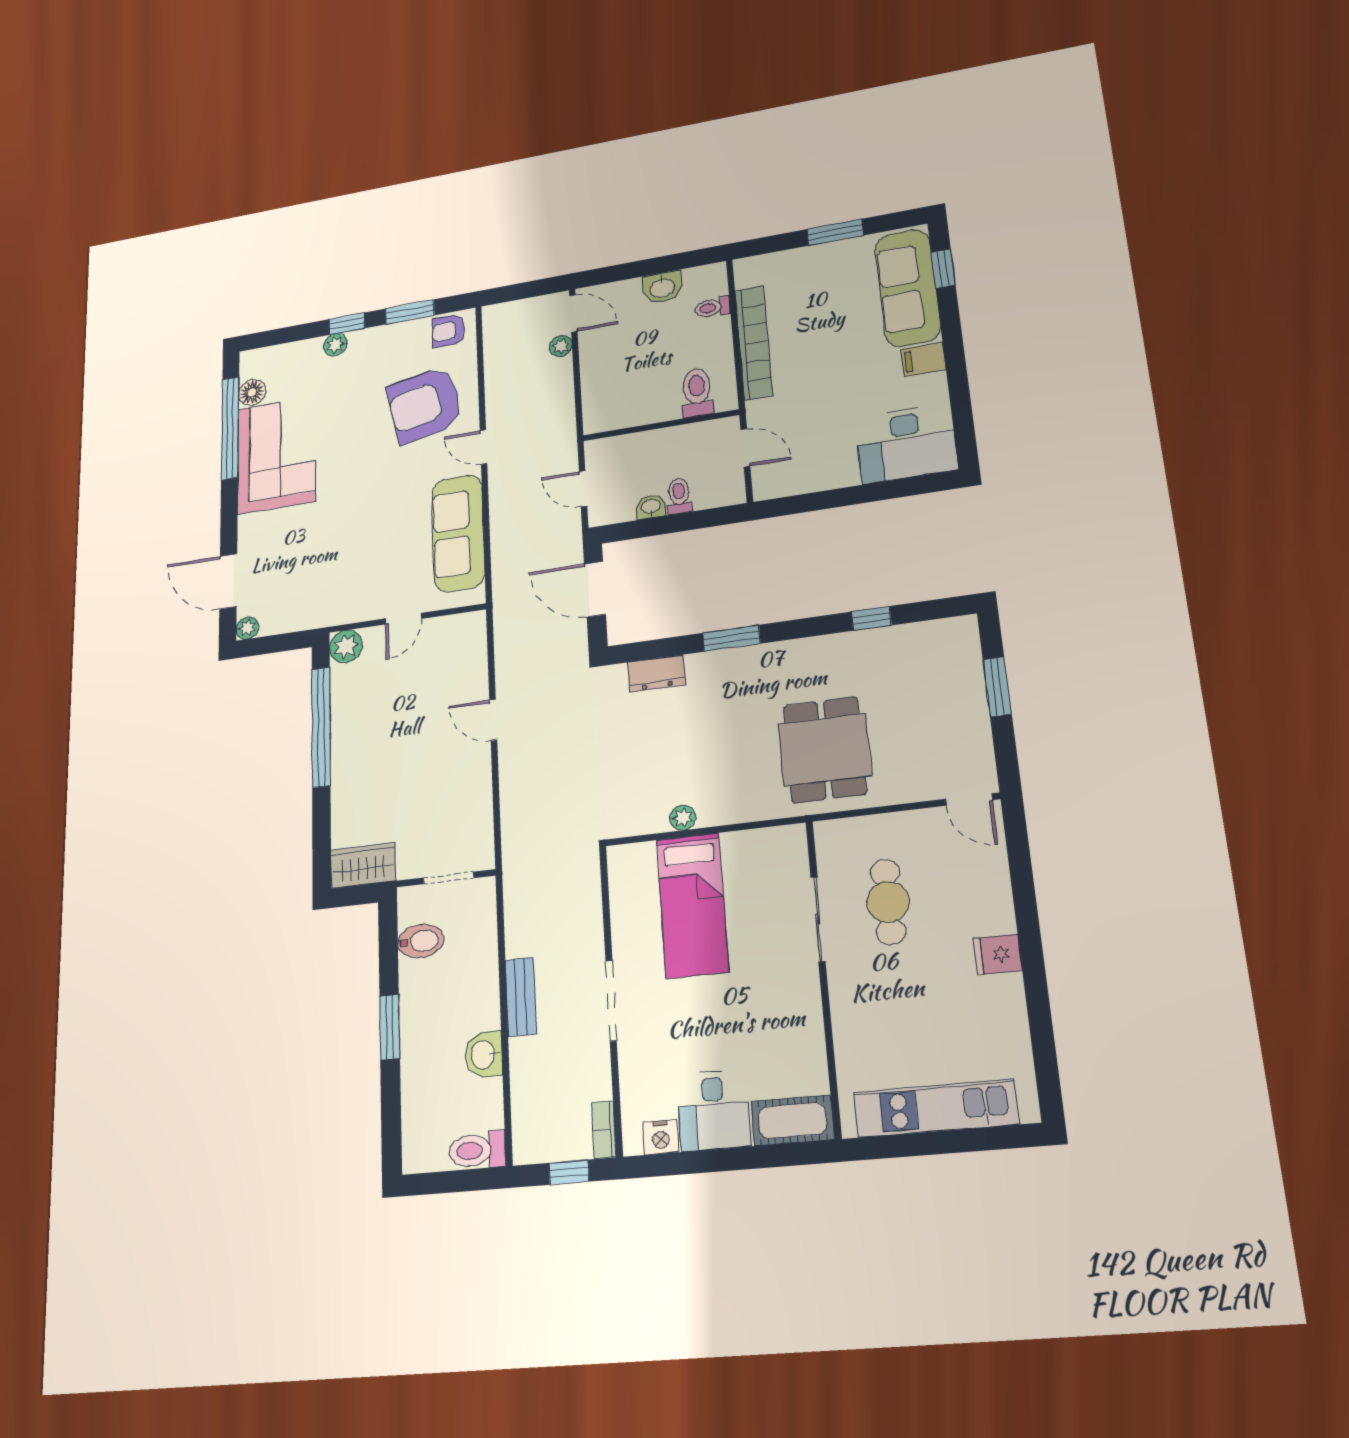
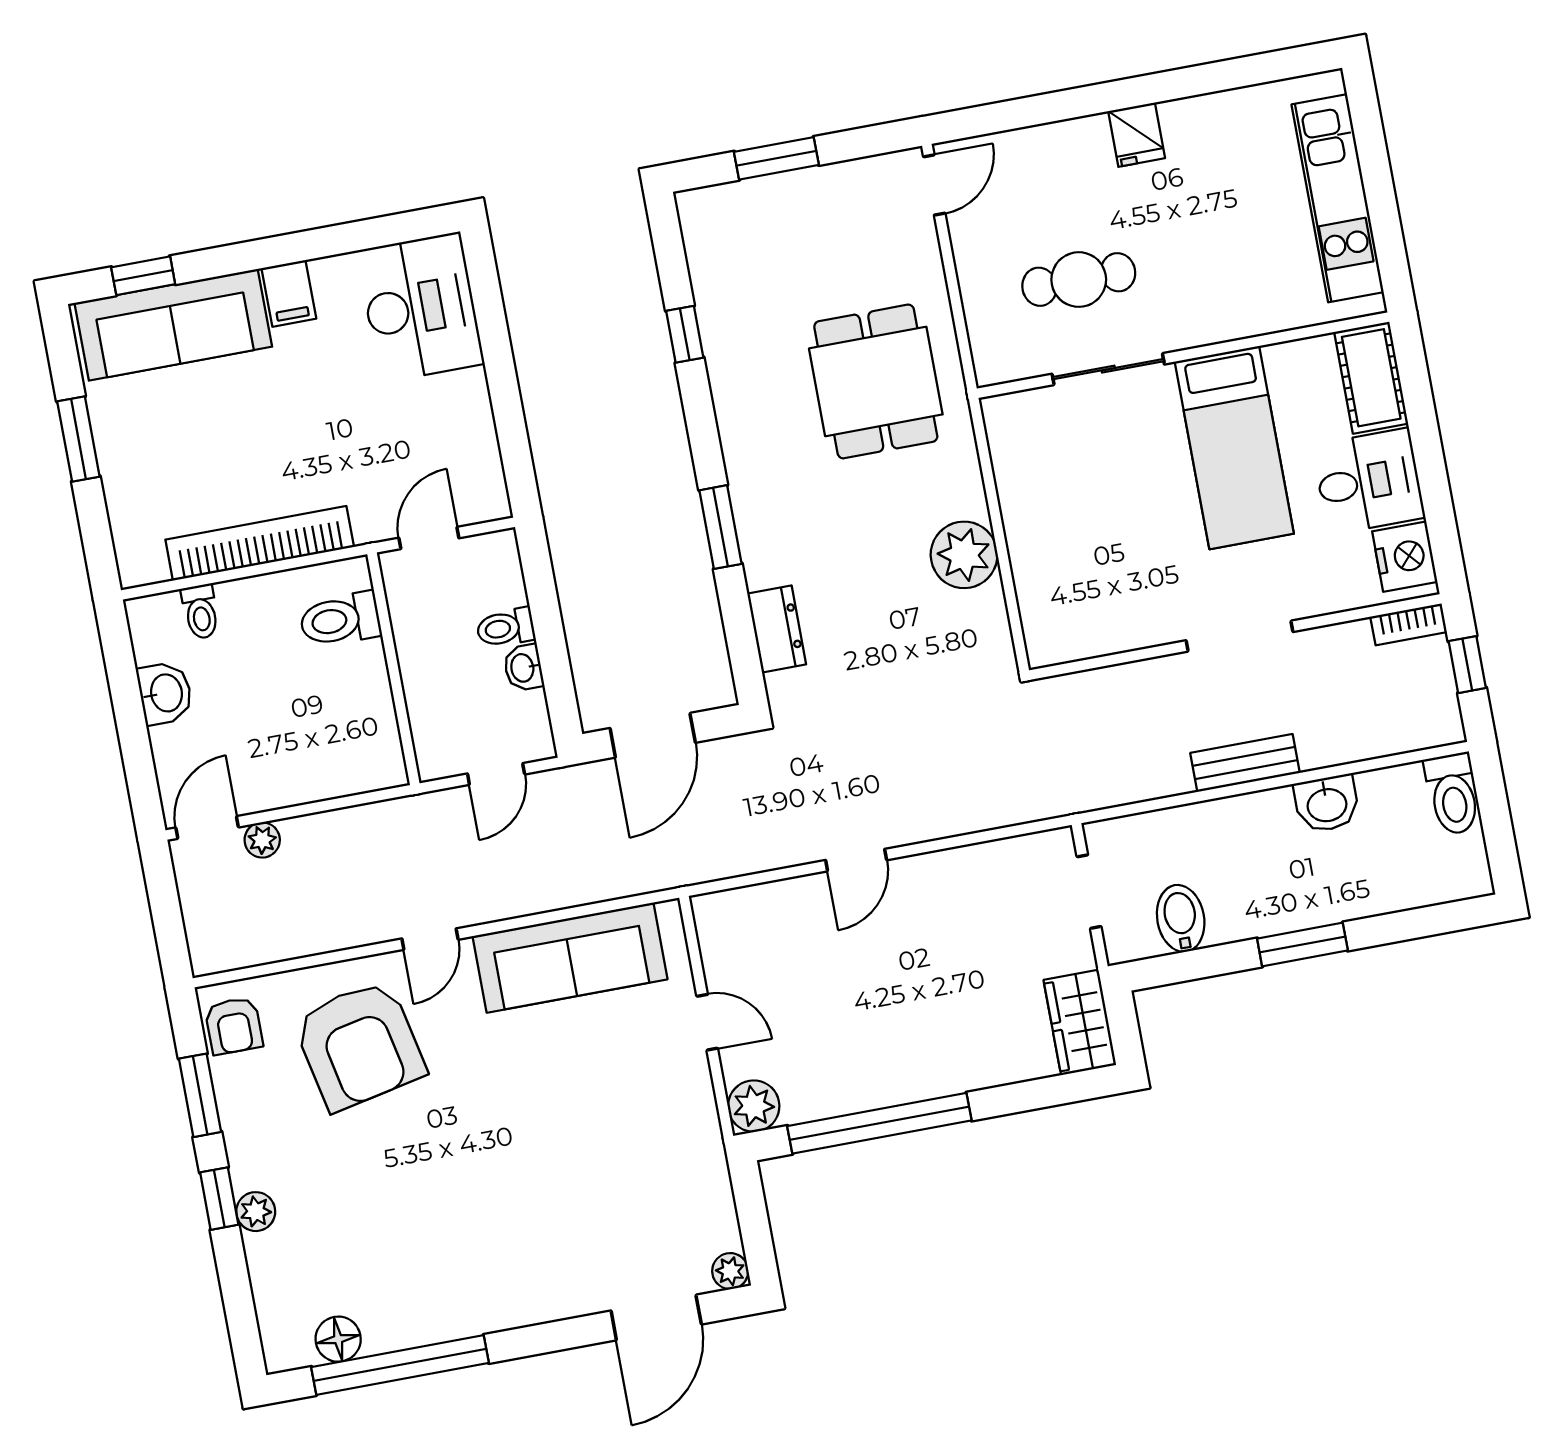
corner sofa: (277, 455) -> (445, 1276), removed
dining table: (825, 750) -> (876, 381), turned 90
plant: (683, 818) -> (964, 555), width x1.87, depth x1.87
bed: (692, 905) -> (1234, 448), moved, turned 90
nightstand: (661, 1137) -> (1405, 557), width x1.36, depth x1.33

